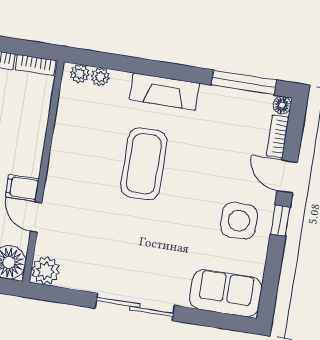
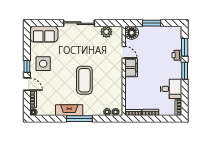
window: (244, 83) -> (79, 119), moved
fireplace: (164, 91) -> (69, 110), moved
filing cabinet: (22, 188) -> (131, 68), width x2.00
plant: (46, 271) -> (106, 32), moved

